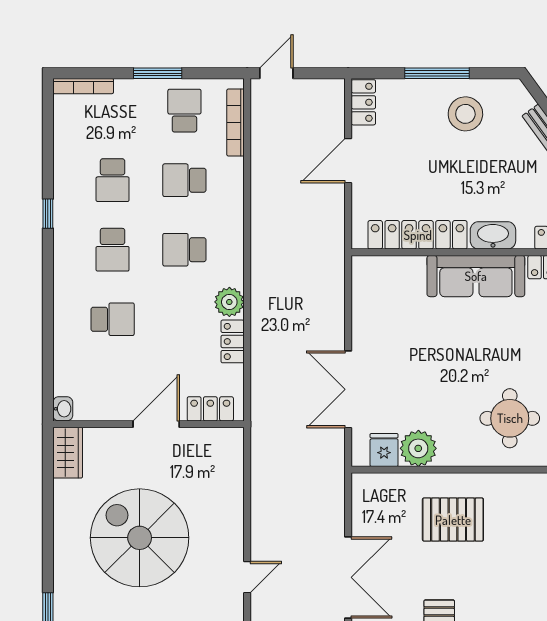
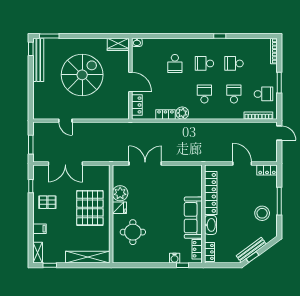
fridge: (384, 450) -> (119, 208), moved
pallet: (453, 520) -> (90, 208), width x1.37, depth x1.41

